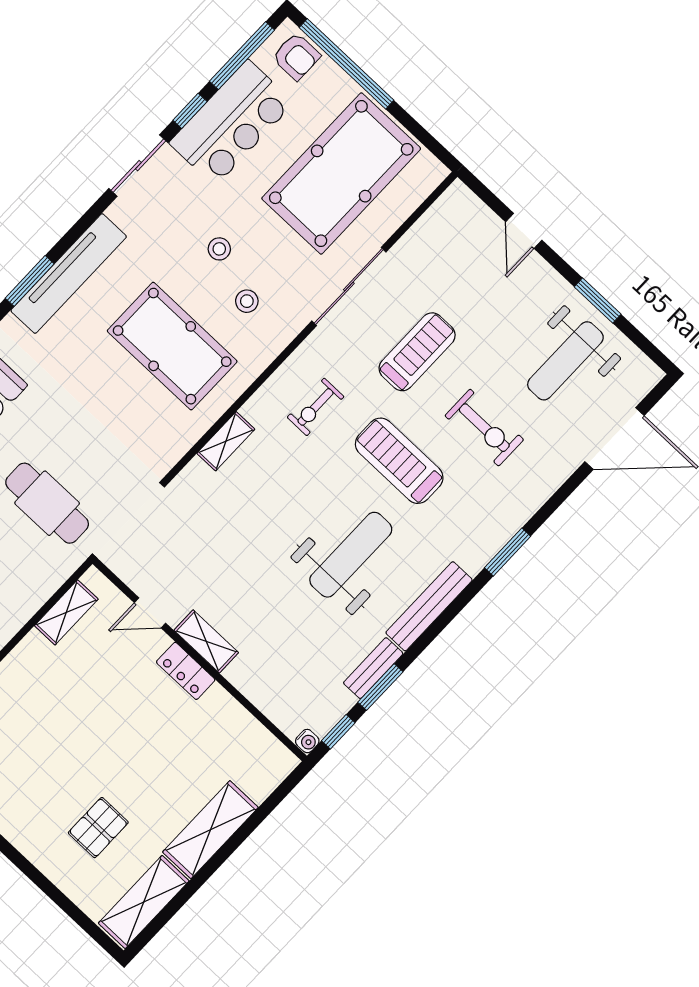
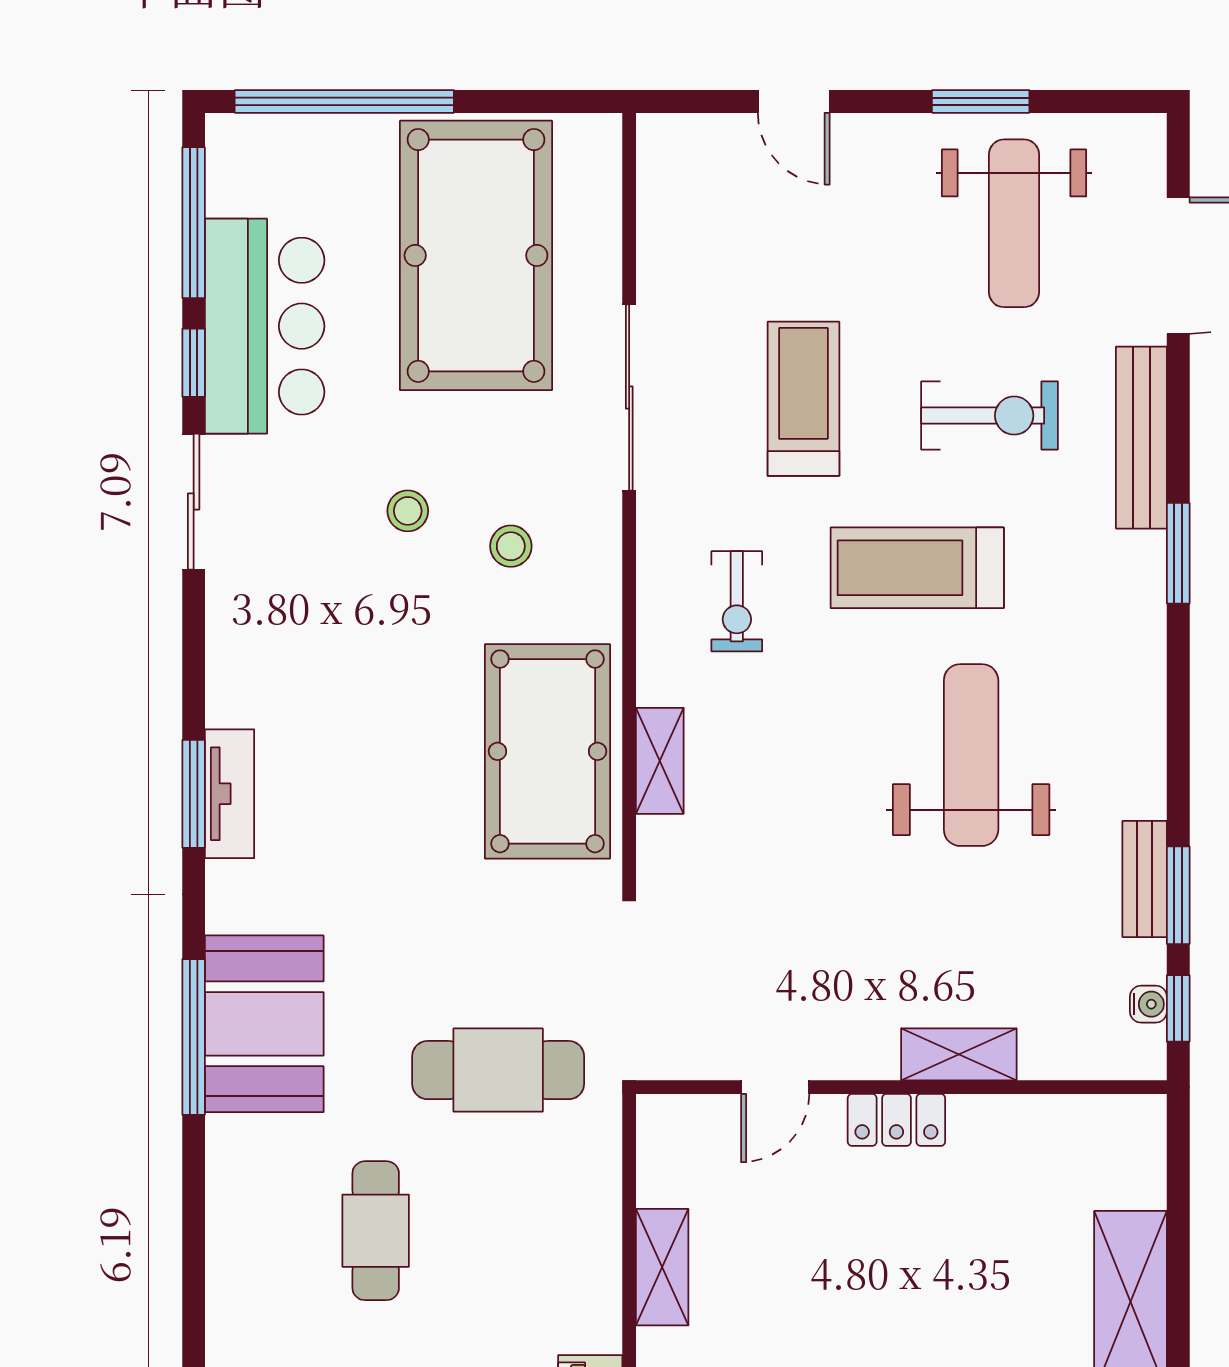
armchair: (296, 56) -> (268, 155), removed
tv unit: (69, 274) -> (230, 794), width x0.52, depth x0.78
pool table: (172, 346) -> (547, 751), moved, turned 90
bench: (429, 606) -> (1141, 438), moved
shelving: (66, 612) -> (662, 1267), moved
shelving: (206, 641) -> (959, 1054), moved
water cooler: (307, 741) -> (1148, 1004), moved

